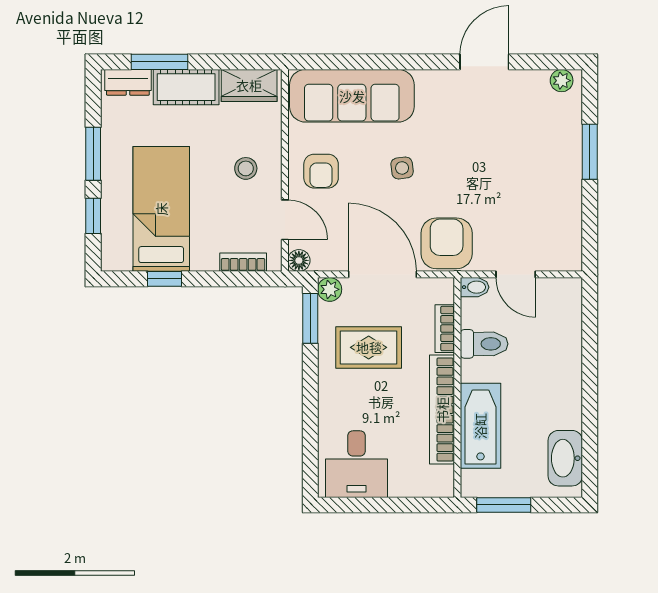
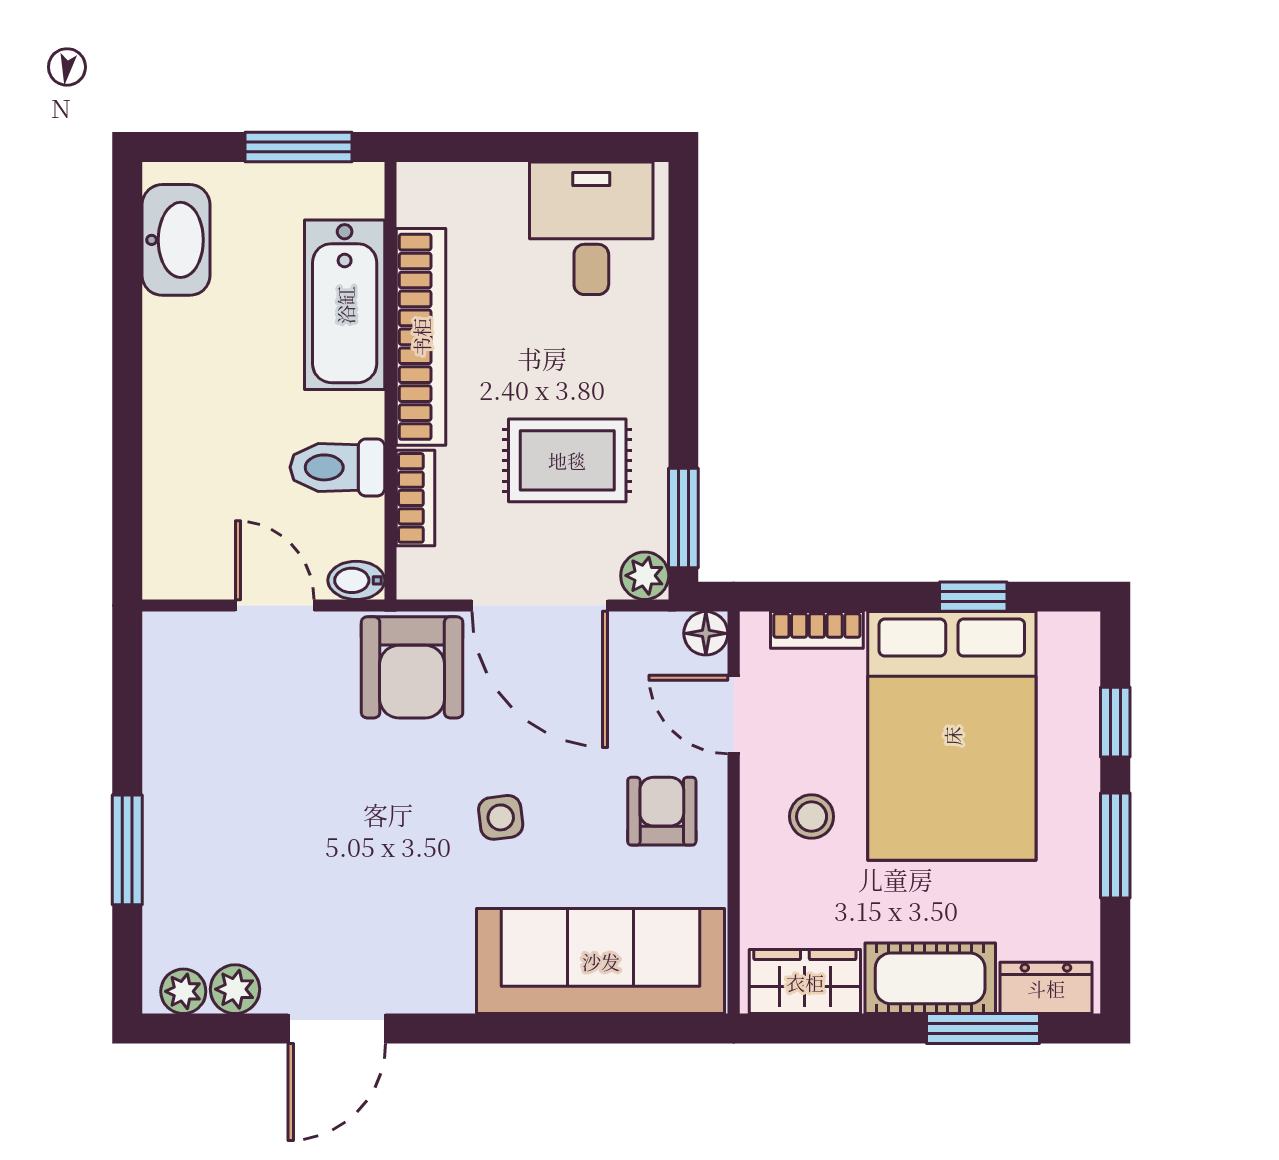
plant: (536, 82) -> (235, 989), added
bed: (161, 209) -> (952, 736), width x1.50

